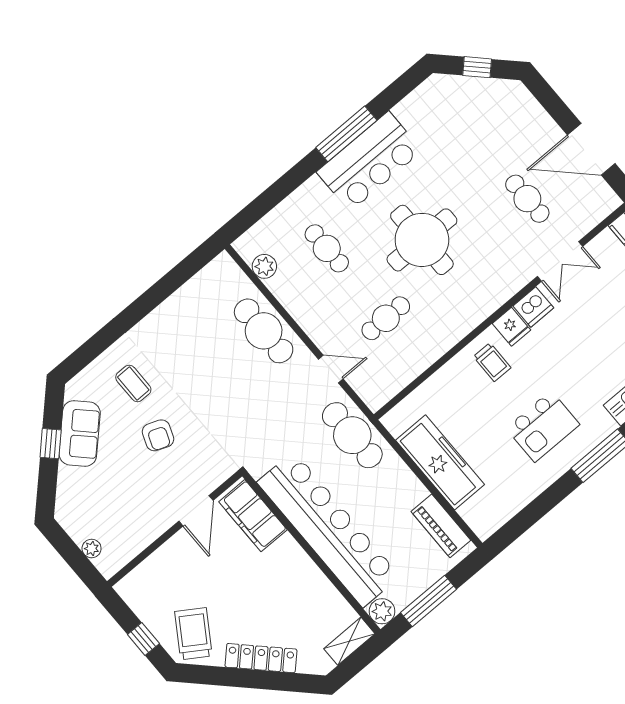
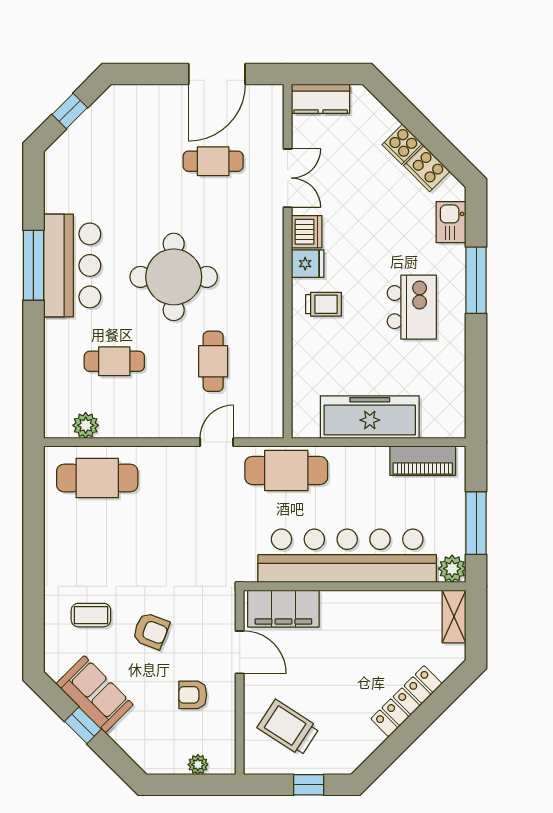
cafe table: (264, 331) -> (97, 478), moved
armchair: (138, 503) -> (193, 695), added
trolley: (193, 634) -> (288, 728), moved

